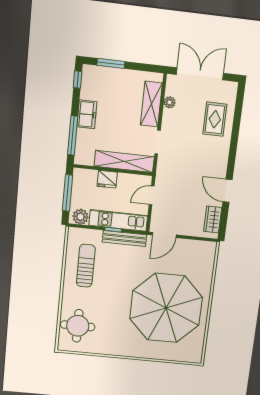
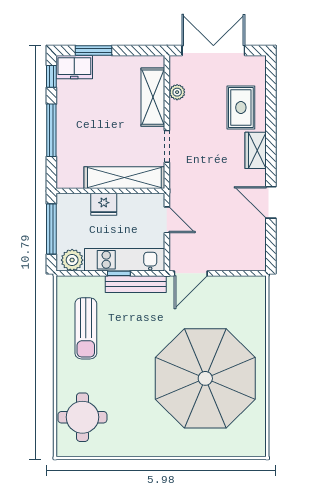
freezer: (87, 114) -> (74, 67), moved, turned 90
window: (73, 135) -> (51, 130), moved
door: (152, 195) -> (167, 220), swing flipped
wardrobe: (213, 219) -> (256, 150), moved
sun lounger: (86, 266) -> (86, 328), turned 180

